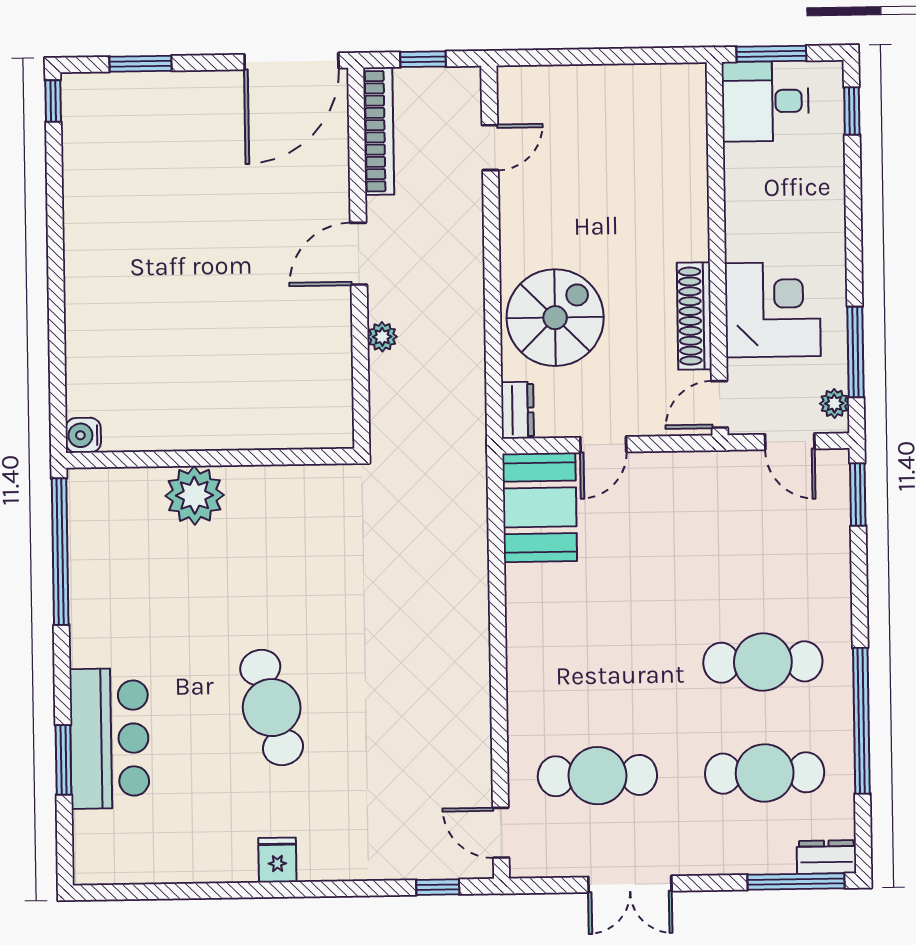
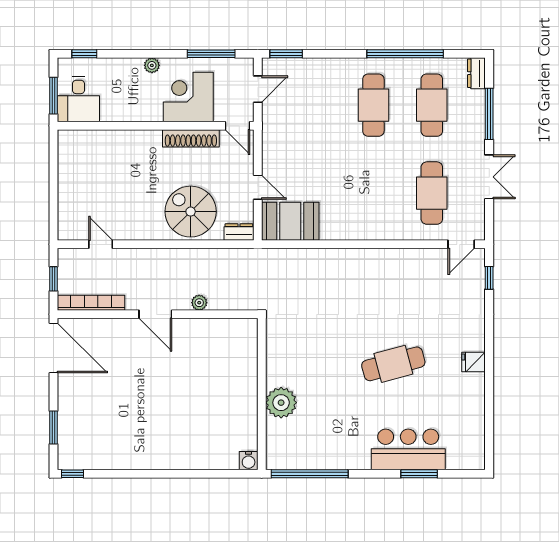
plant: (834, 403) -> (152, 65), moved
window: (796, 881) -> (489, 114), moved

